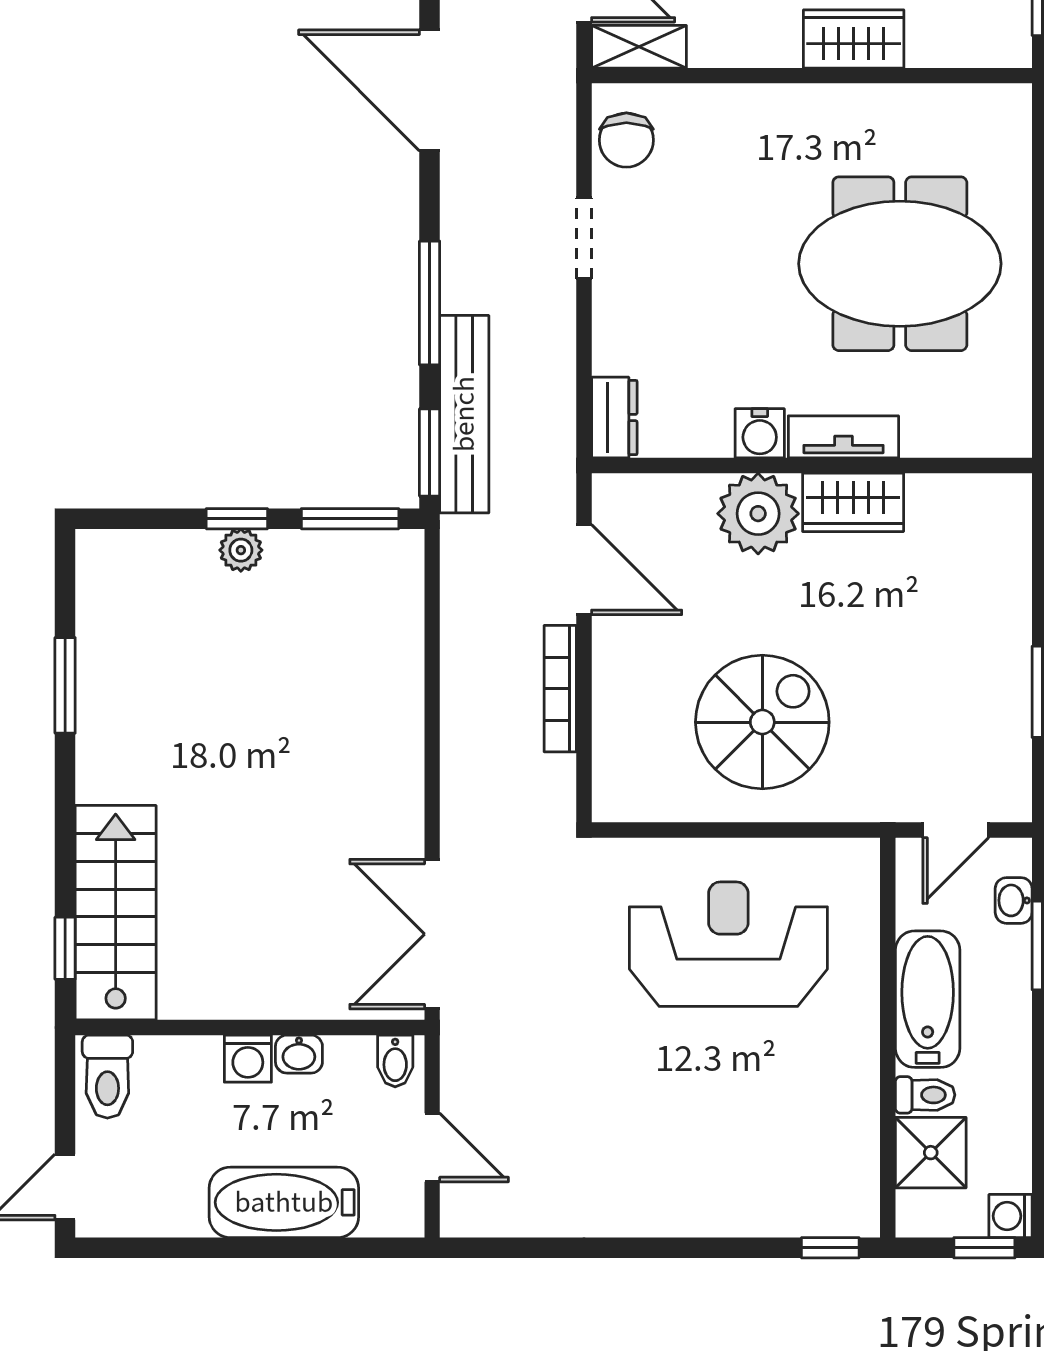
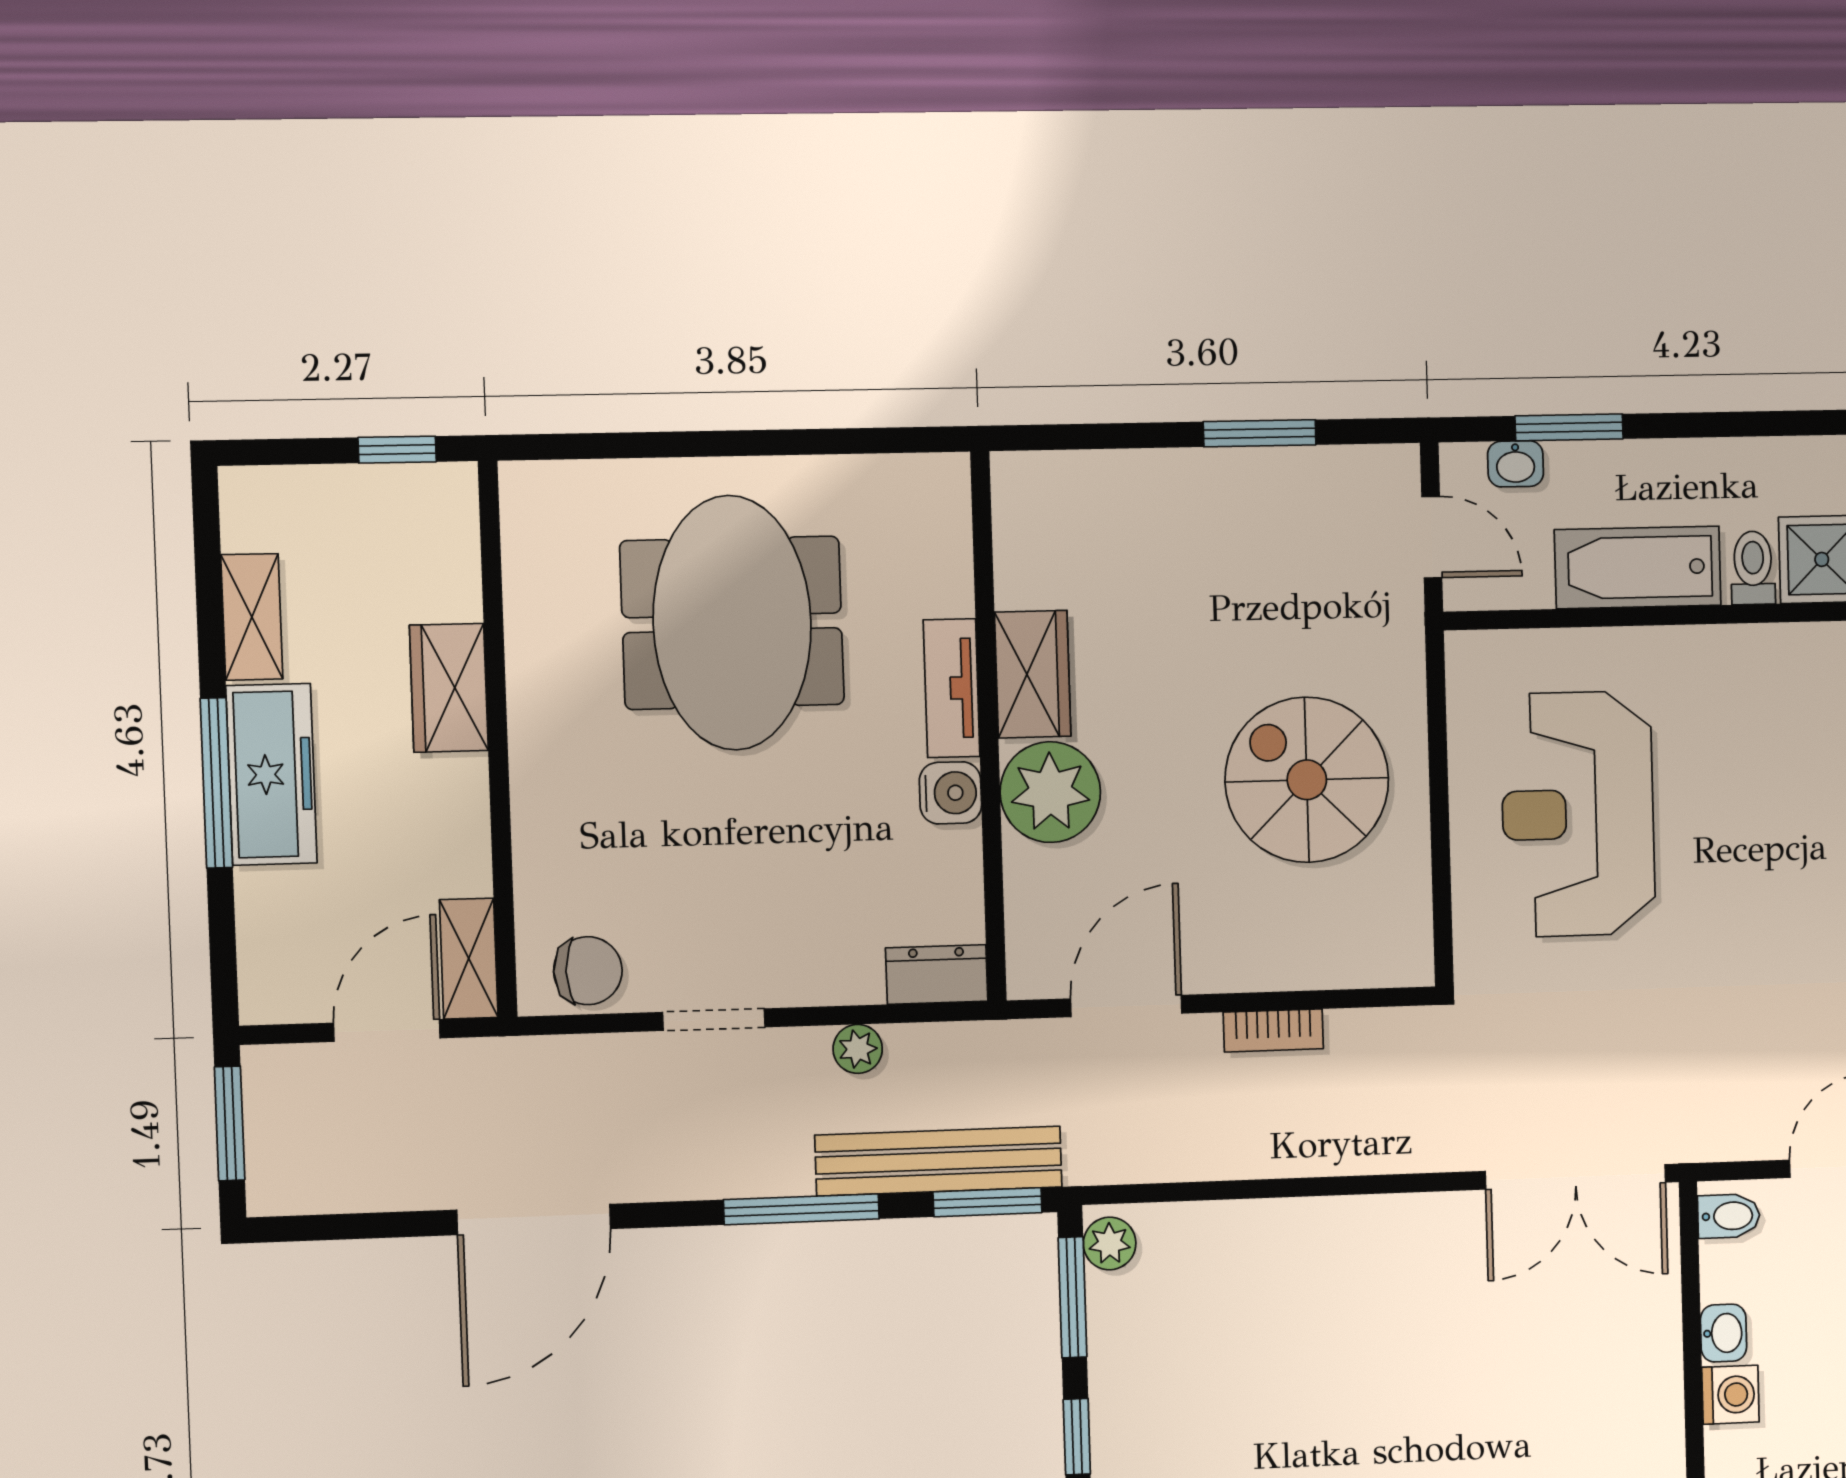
plant: (557, 352) -> (858, 1049), added
plant: (241, 550) -> (1110, 1244), moved
bookcase: (560, 689) -> (1273, 1030), width x0.64

